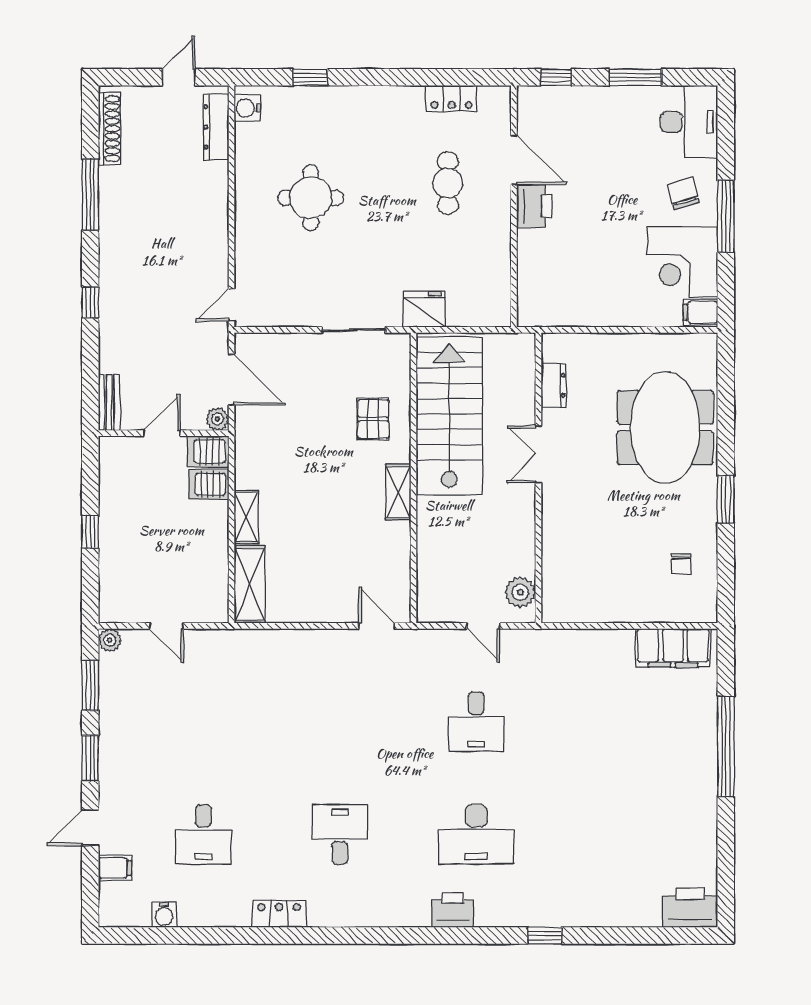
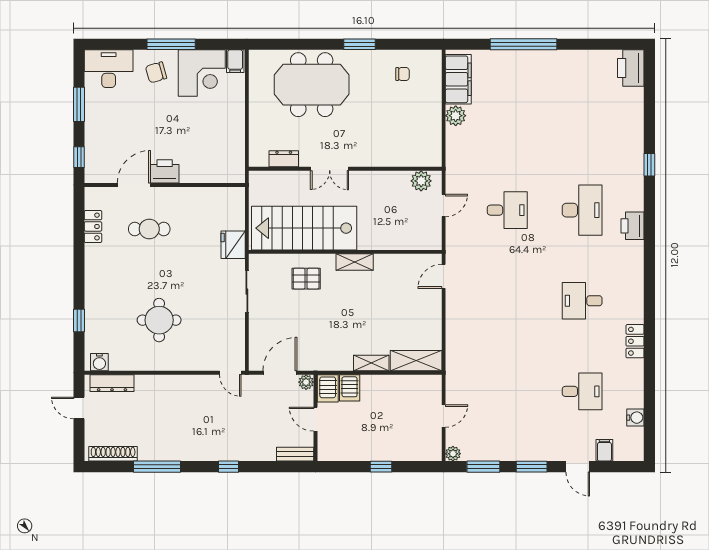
plant: (618, 644) -> (456, 116), added

